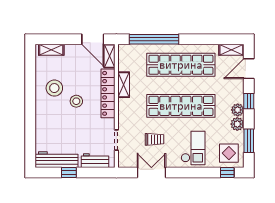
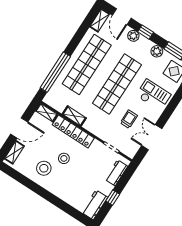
door: (93, 39) -> (19, 128), moved
plant: (238, 110) -> (133, 36), moved
workbench: (57, 160) -> (95, 205), width x0.73

